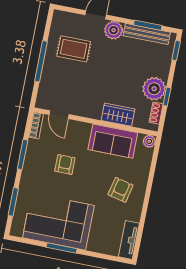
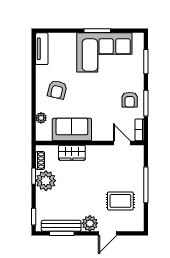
plant: (149, 141) -> (41, 118), moved
armchair: (65, 164) -> (130, 100), moved

